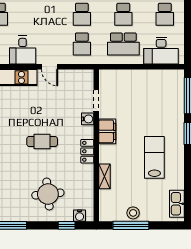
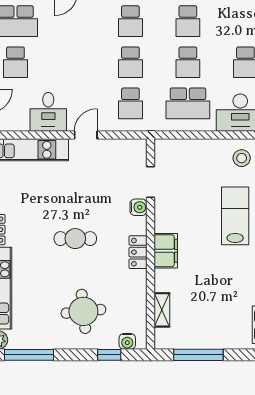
door: (50, 67) -> (86, 135), swing flipped
filing cabinet: (107, 131) -> (166, 251), moved
lab bench: (154, 157) -> (235, 216), moved
shelving: (105, 176) -> (162, 310), moved
stool: (133, 213) -> (242, 158), moved

